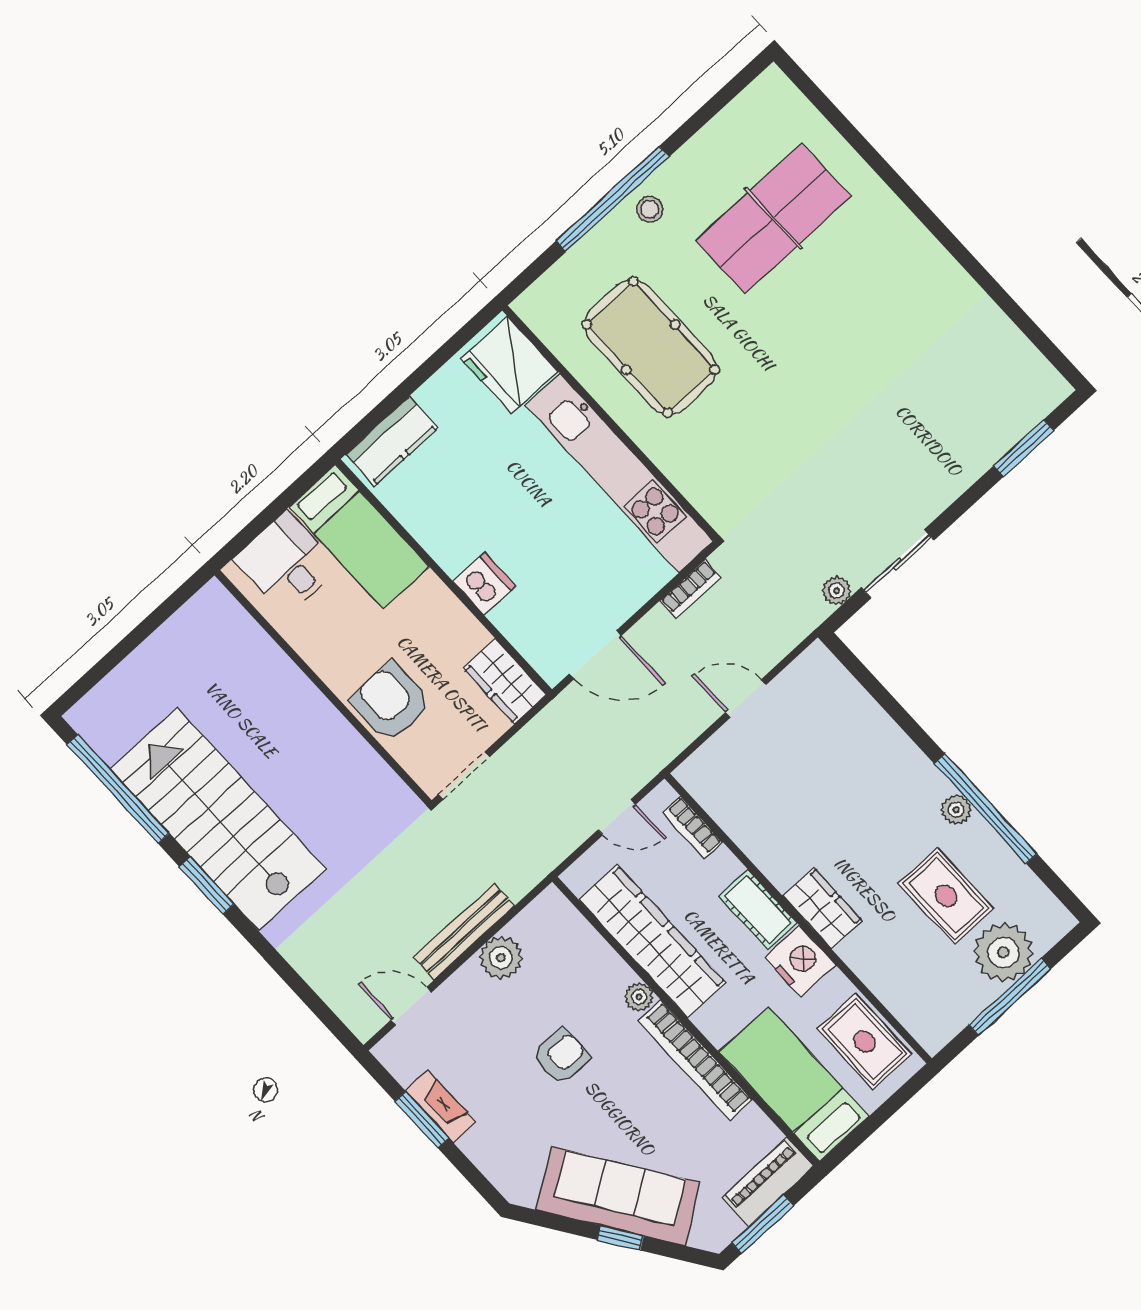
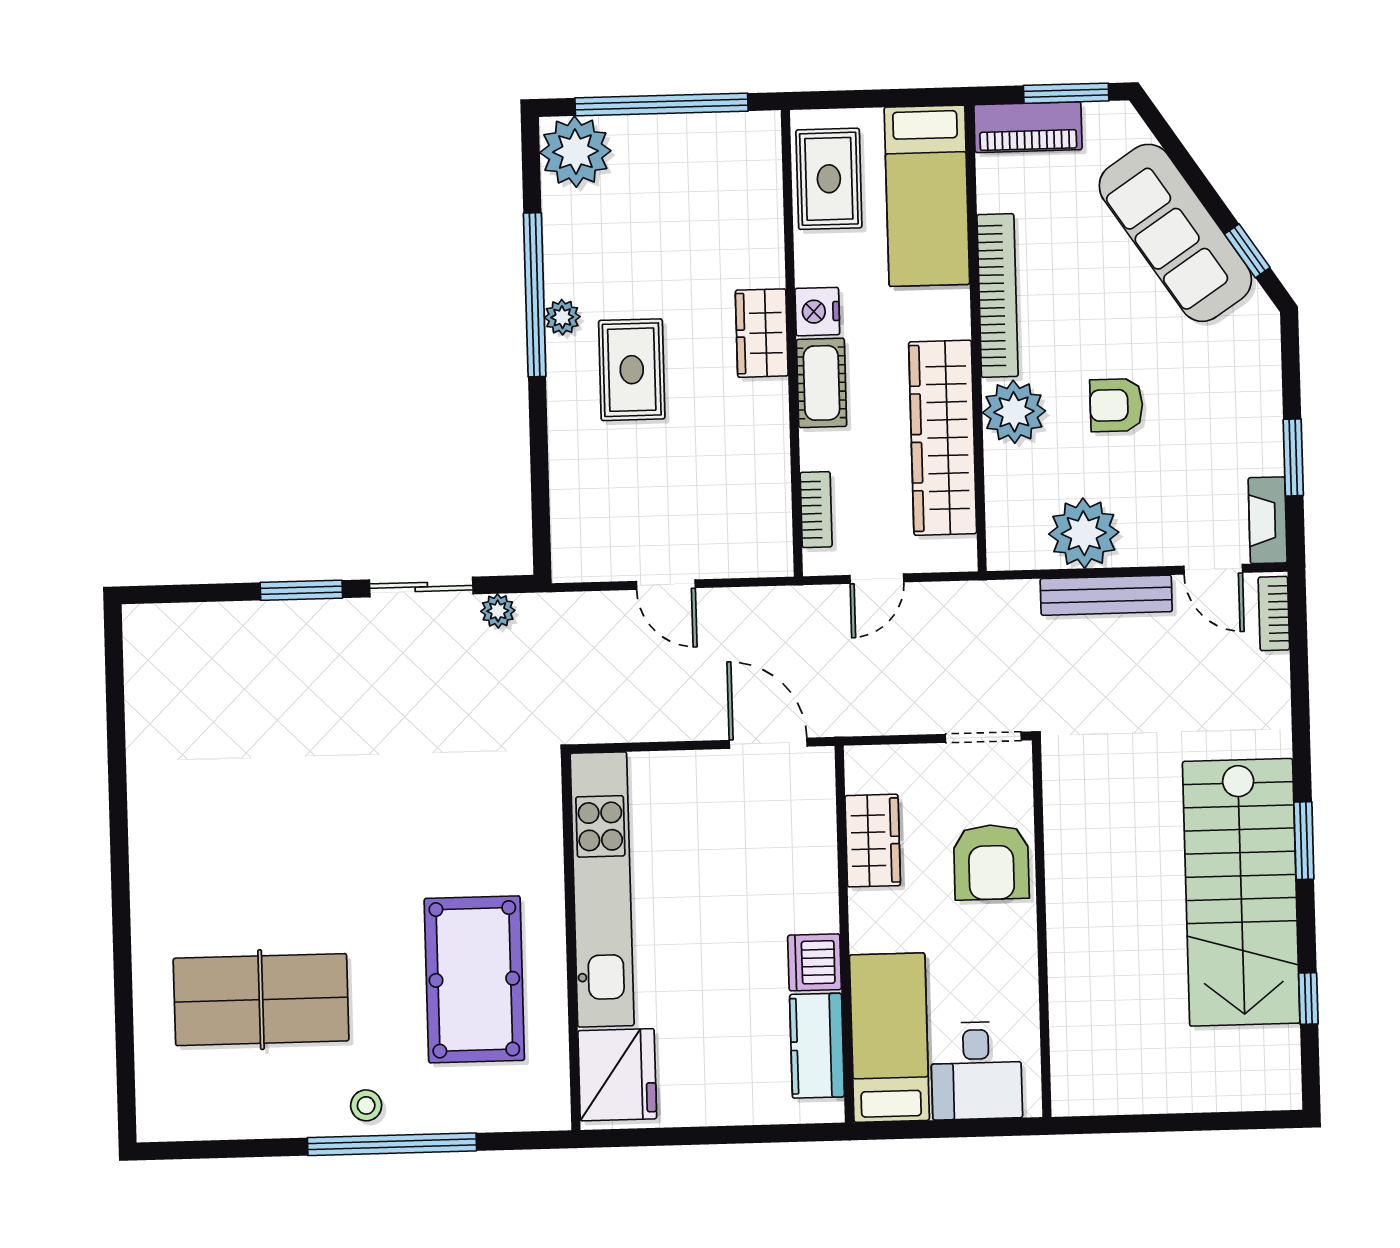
kitchen counter: (392, 441) -> (817, 1046), moved, turned -90
window: (1024, 448) -> (301, 590), moved
dishwasher: (484, 584) -> (815, 962), moved
bookcase: (690, 589) -> (1274, 614), moved, turned -90
wardrobe: (505, 681) -> (873, 841), moved
window: (118, 789) -> (1308, 999), width x0.32
door: (617, 817) -> (877, 579), swing flipped
rug: (946, 896) -> (632, 370), moved
plant: (1003, 952) -> (575, 152), moved
plant: (501, 958) -> (1084, 533), width x1.36, depth x1.36
nightstand: (800, 961) -> (817, 312), width x0.74, depth x0.75
plant: (639, 997) -> (1014, 412), width x1.87, depth x1.87
window: (1010, 997) -> (662, 104), width x1.46
fireplace: (441, 1107) -> (1268, 520), moved
window: (620, 1238) -> (1247, 251), moved

